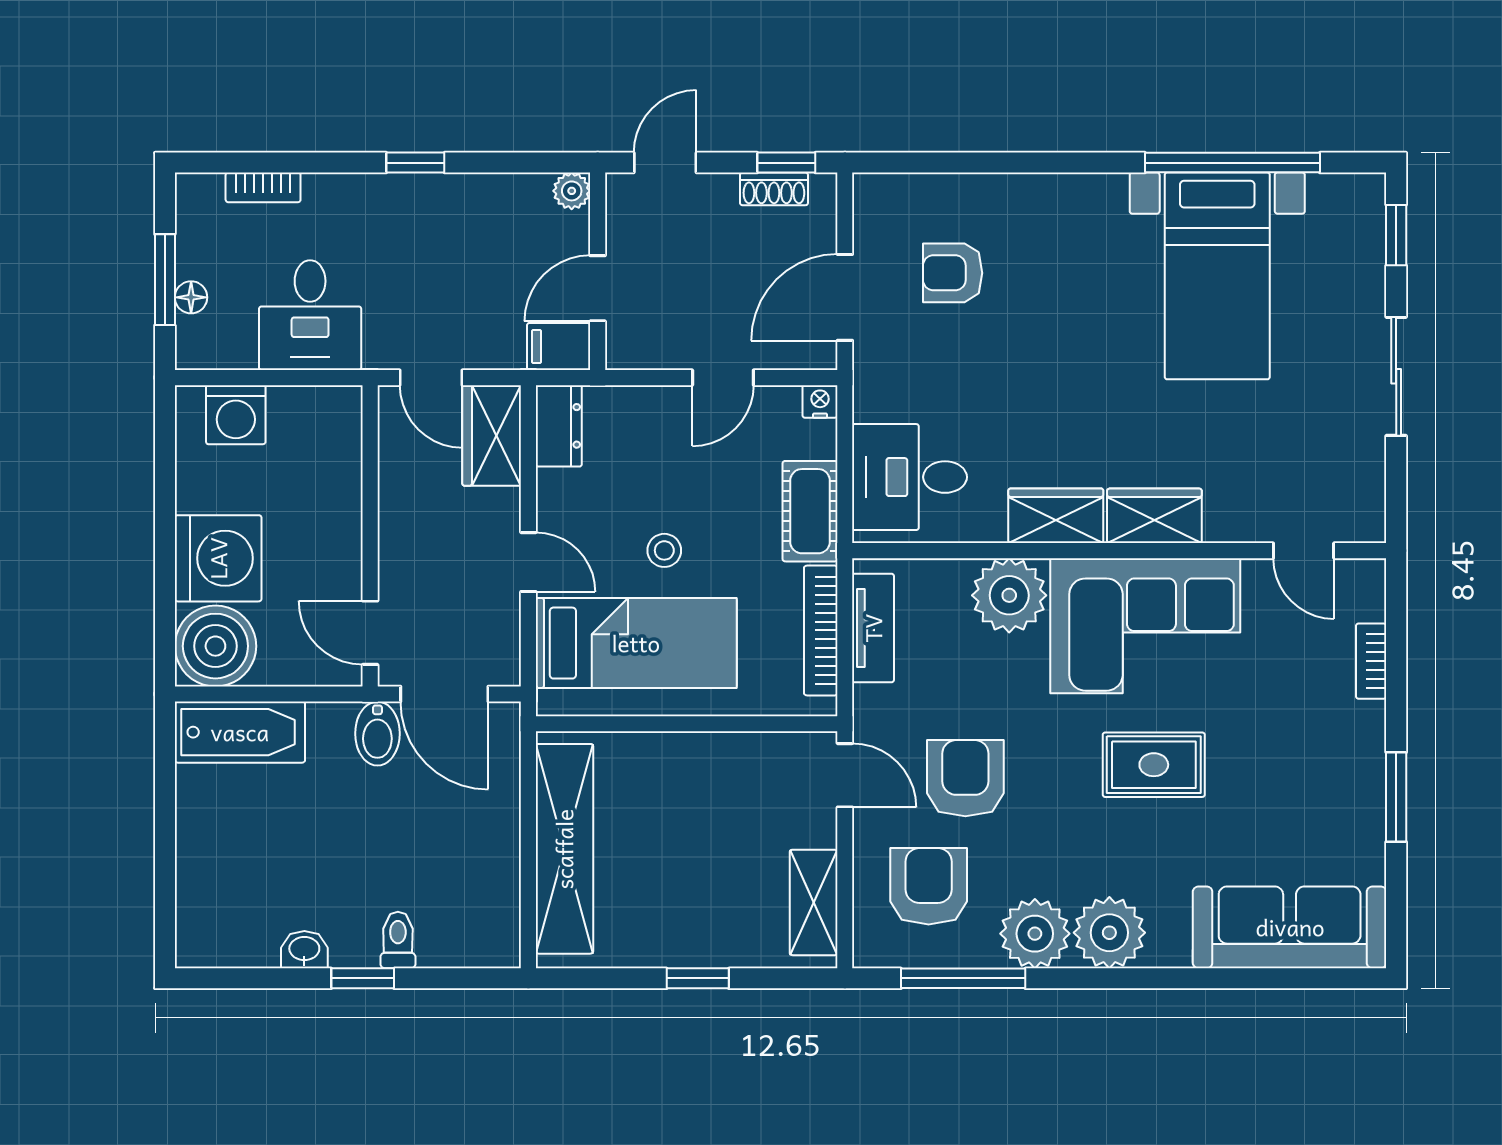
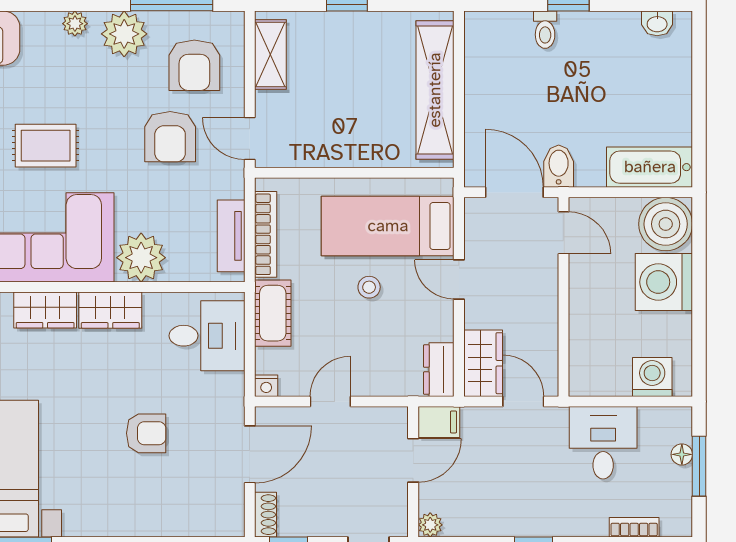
shoe rack: (774, 189) -> (266, 515), moved, turned 90
armchair: (953, 273) -> (146, 433), moved
plant: (1109, 933) -> (75, 24), width x0.53, depth x0.53
washbasin: (304, 950) -> (657, 23), moved

